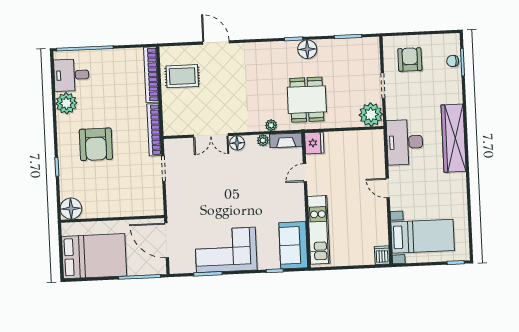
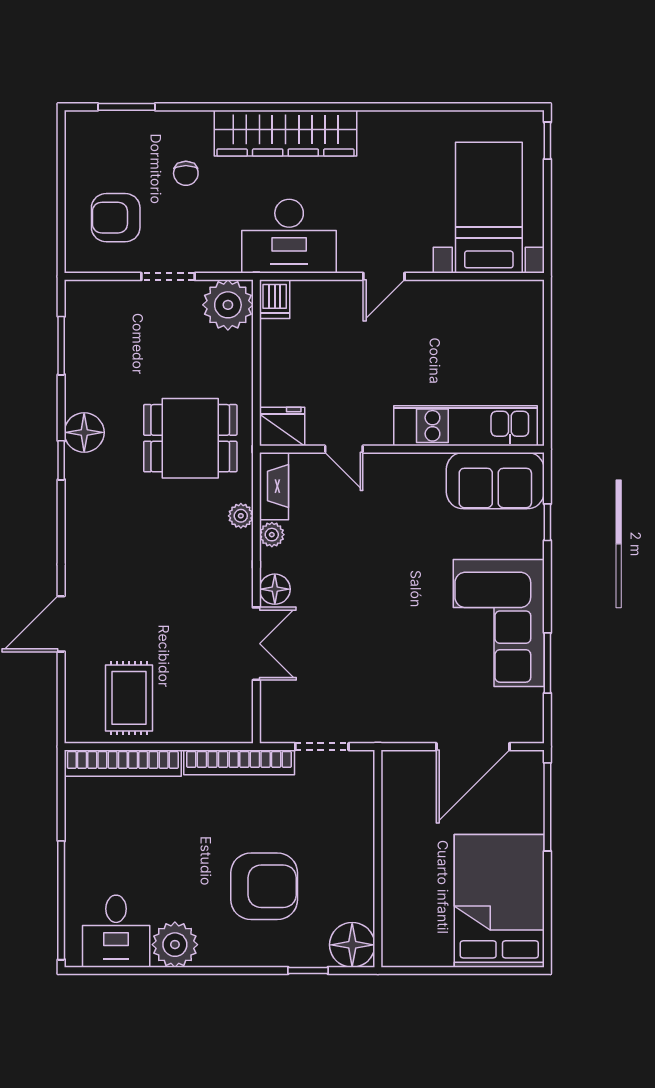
chair: (453, 61) -> (186, 173), moved
floor lamp: (71, 209) -> (352, 945), moved
wall: (112, 219) -> (378, 859), moved
dishwasher: (382, 255) -> (275, 299), moved, turned -90

